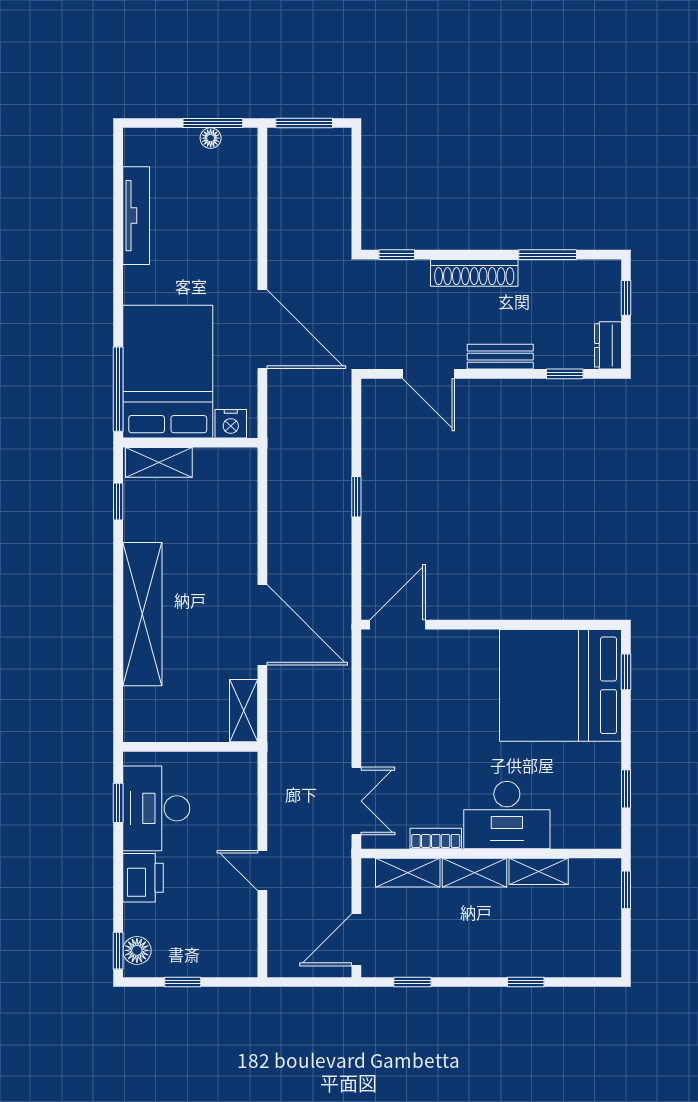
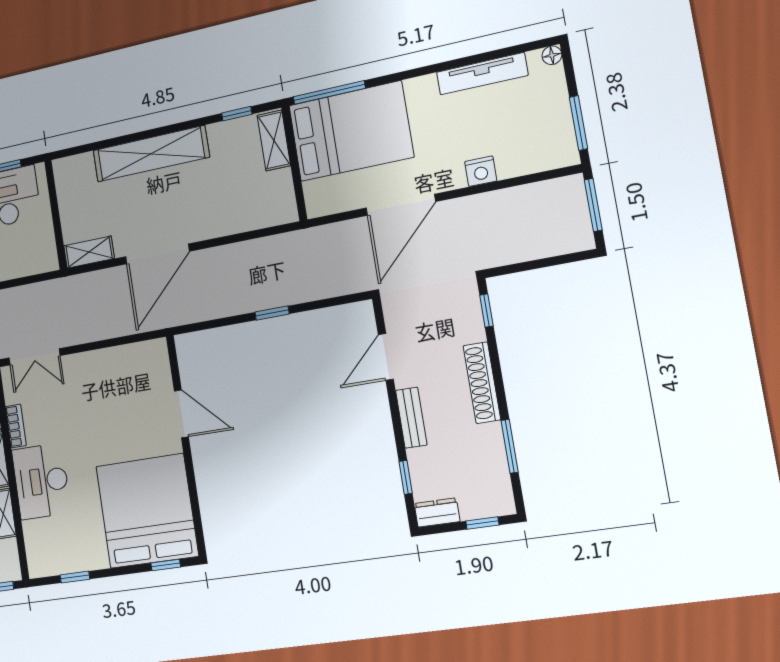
floor lamp: (211, 138) -> (552, 55), moved
nightstand: (231, 424) -> (481, 171), moved, turned -90
door: (398, 625) -> (181, 414), moved

